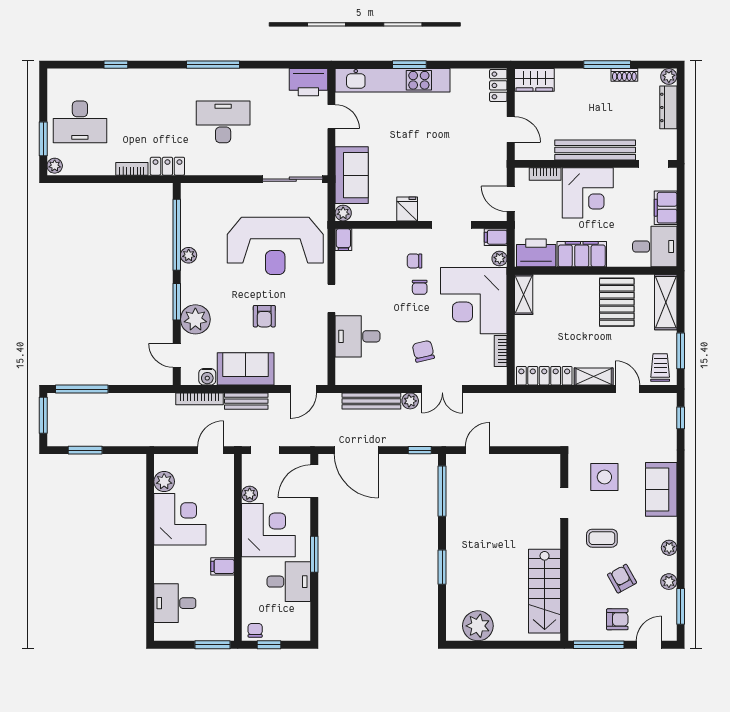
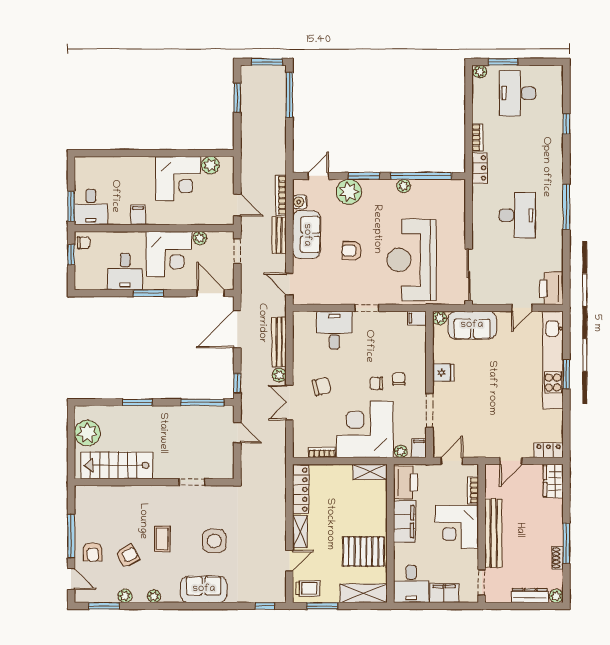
doorway: (564, 503) -> (192, 482), moved
wall: (564, 547) -> (154, 482), moved
stairs: (545, 591) -> (117, 465), moved
desk: (175, 603) -> (91, 207), moved, turned 180

